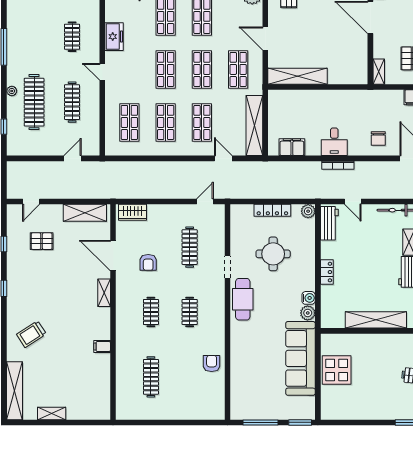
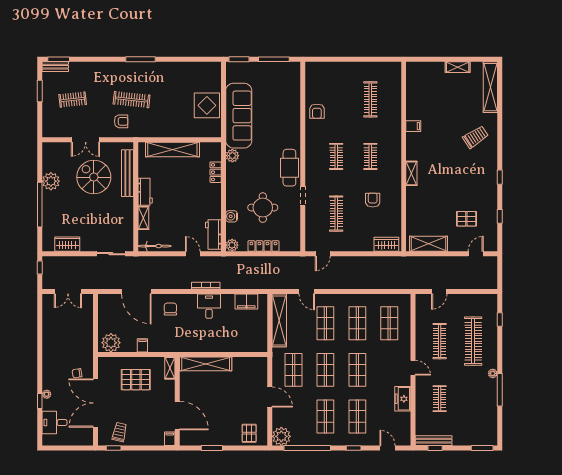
shelving: (298, 76) -> (206, 364), moved
plant: (12, 91) -> (493, 373), moved
door: (113, 256) -> (404, 206), removed
locker: (327, 272) -> (216, 172), moved
water cooler: (309, 298) -> (232, 216), moved

